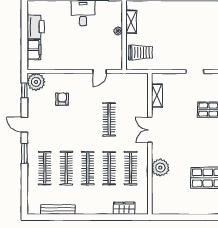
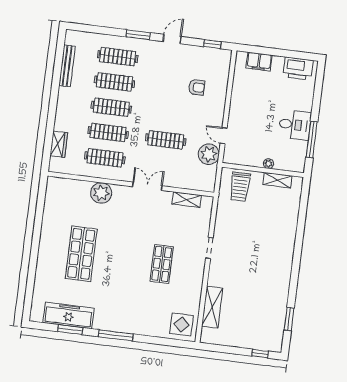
printer: (36, 27) -> (298, 69), moved
plant: (36, 82) -> (209, 154), moved

